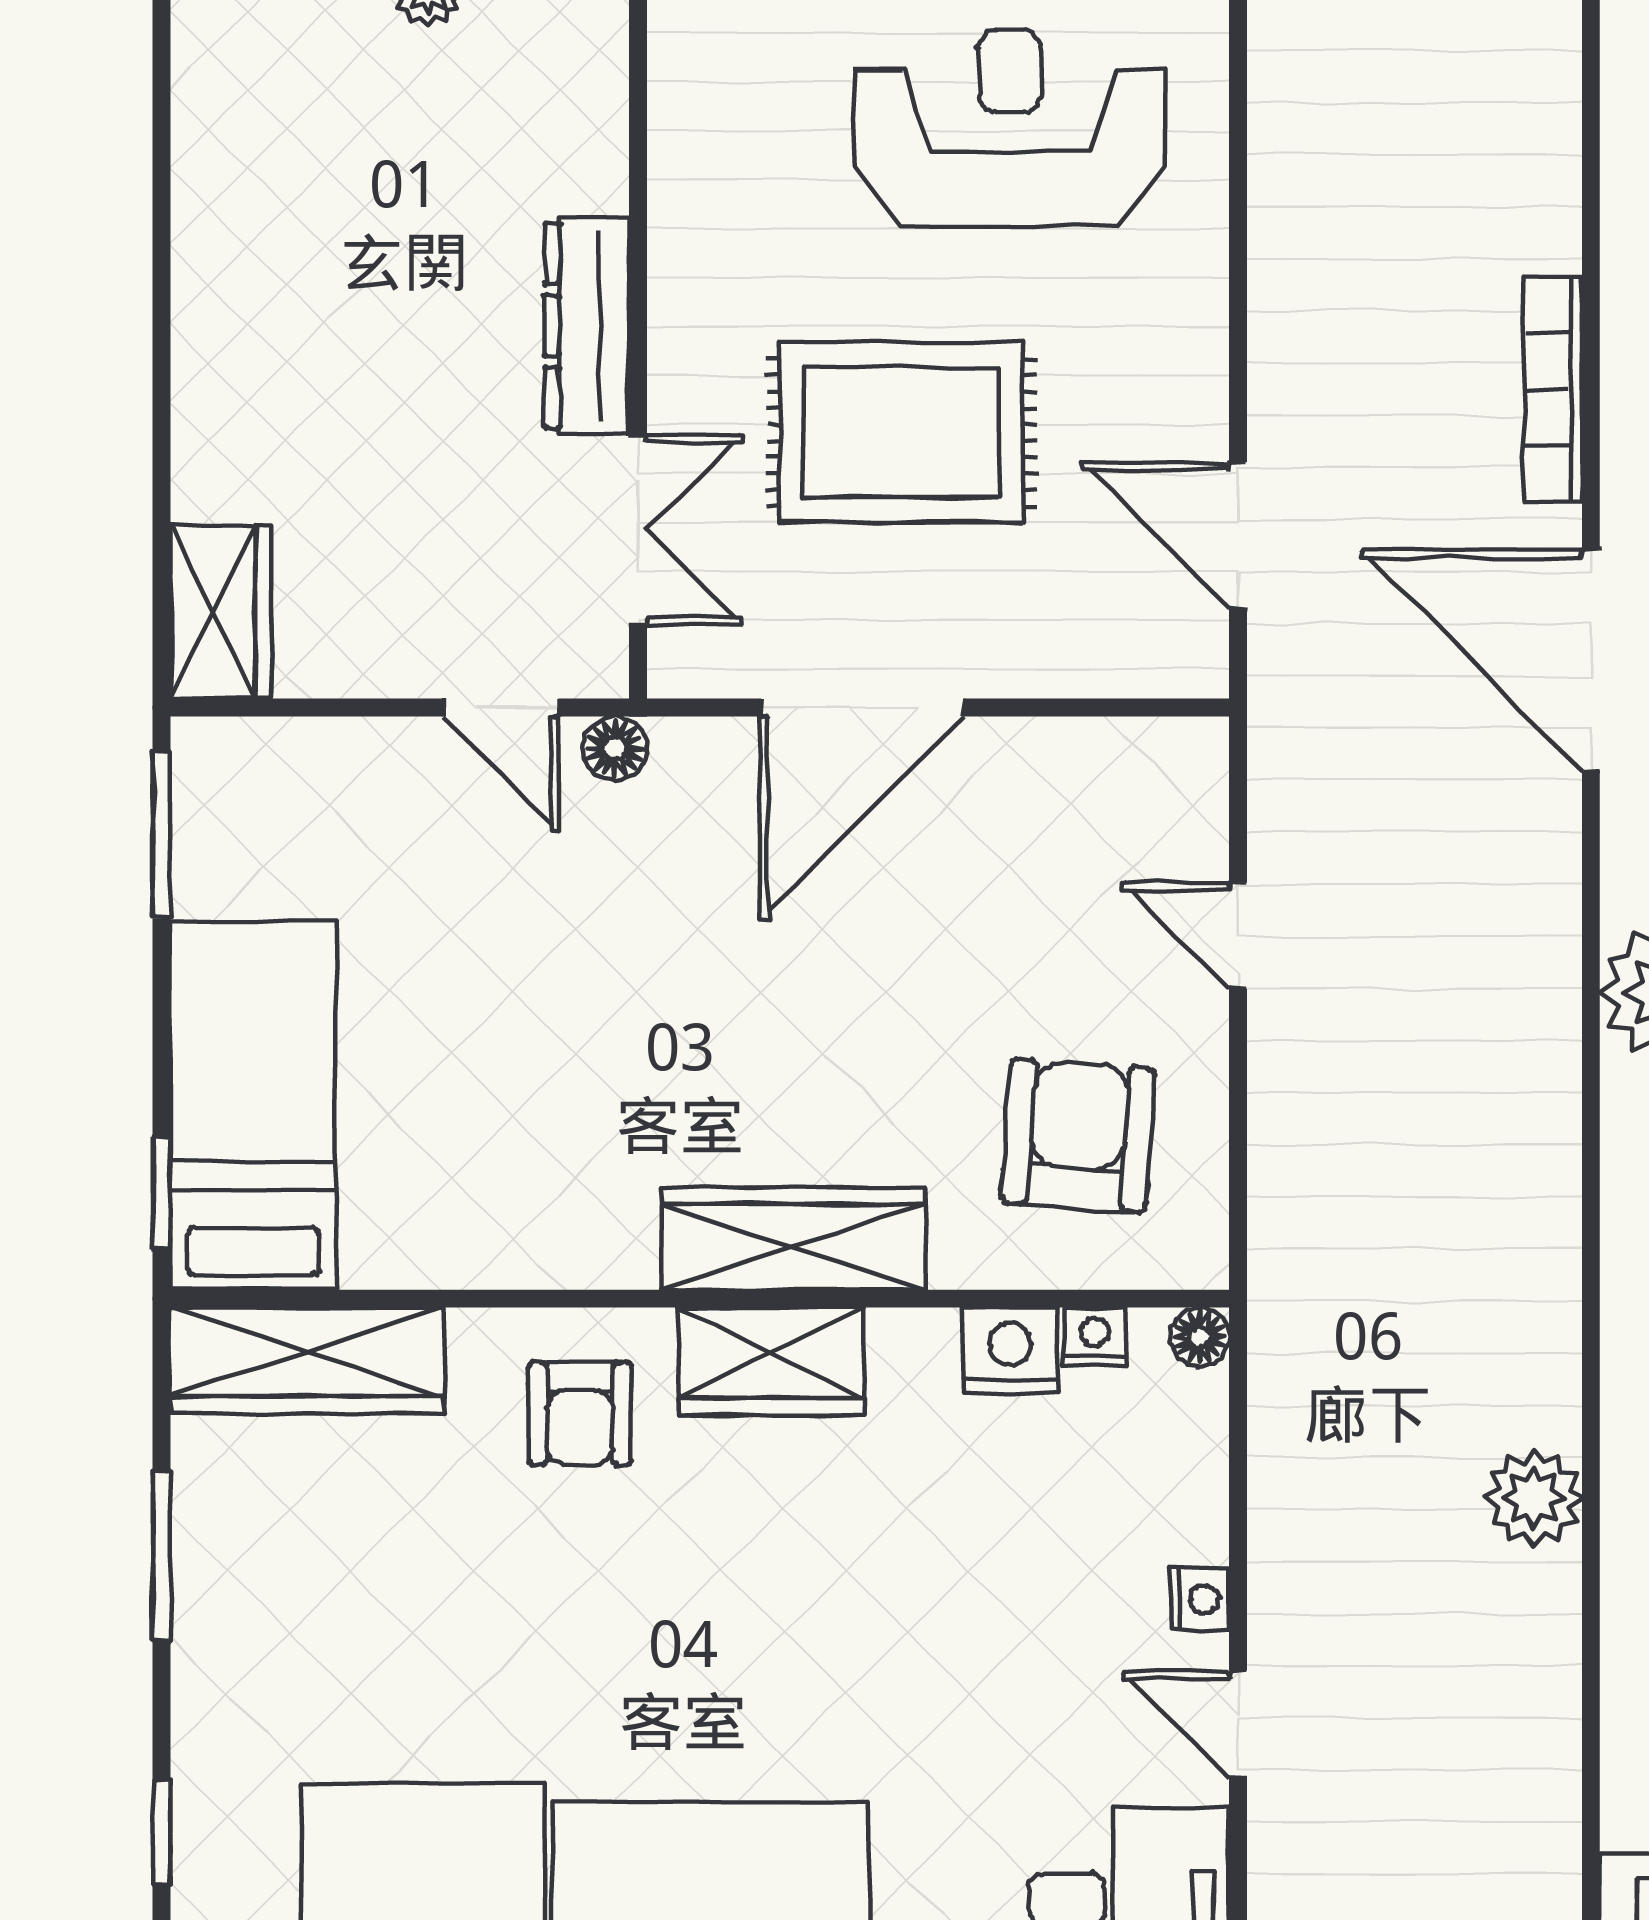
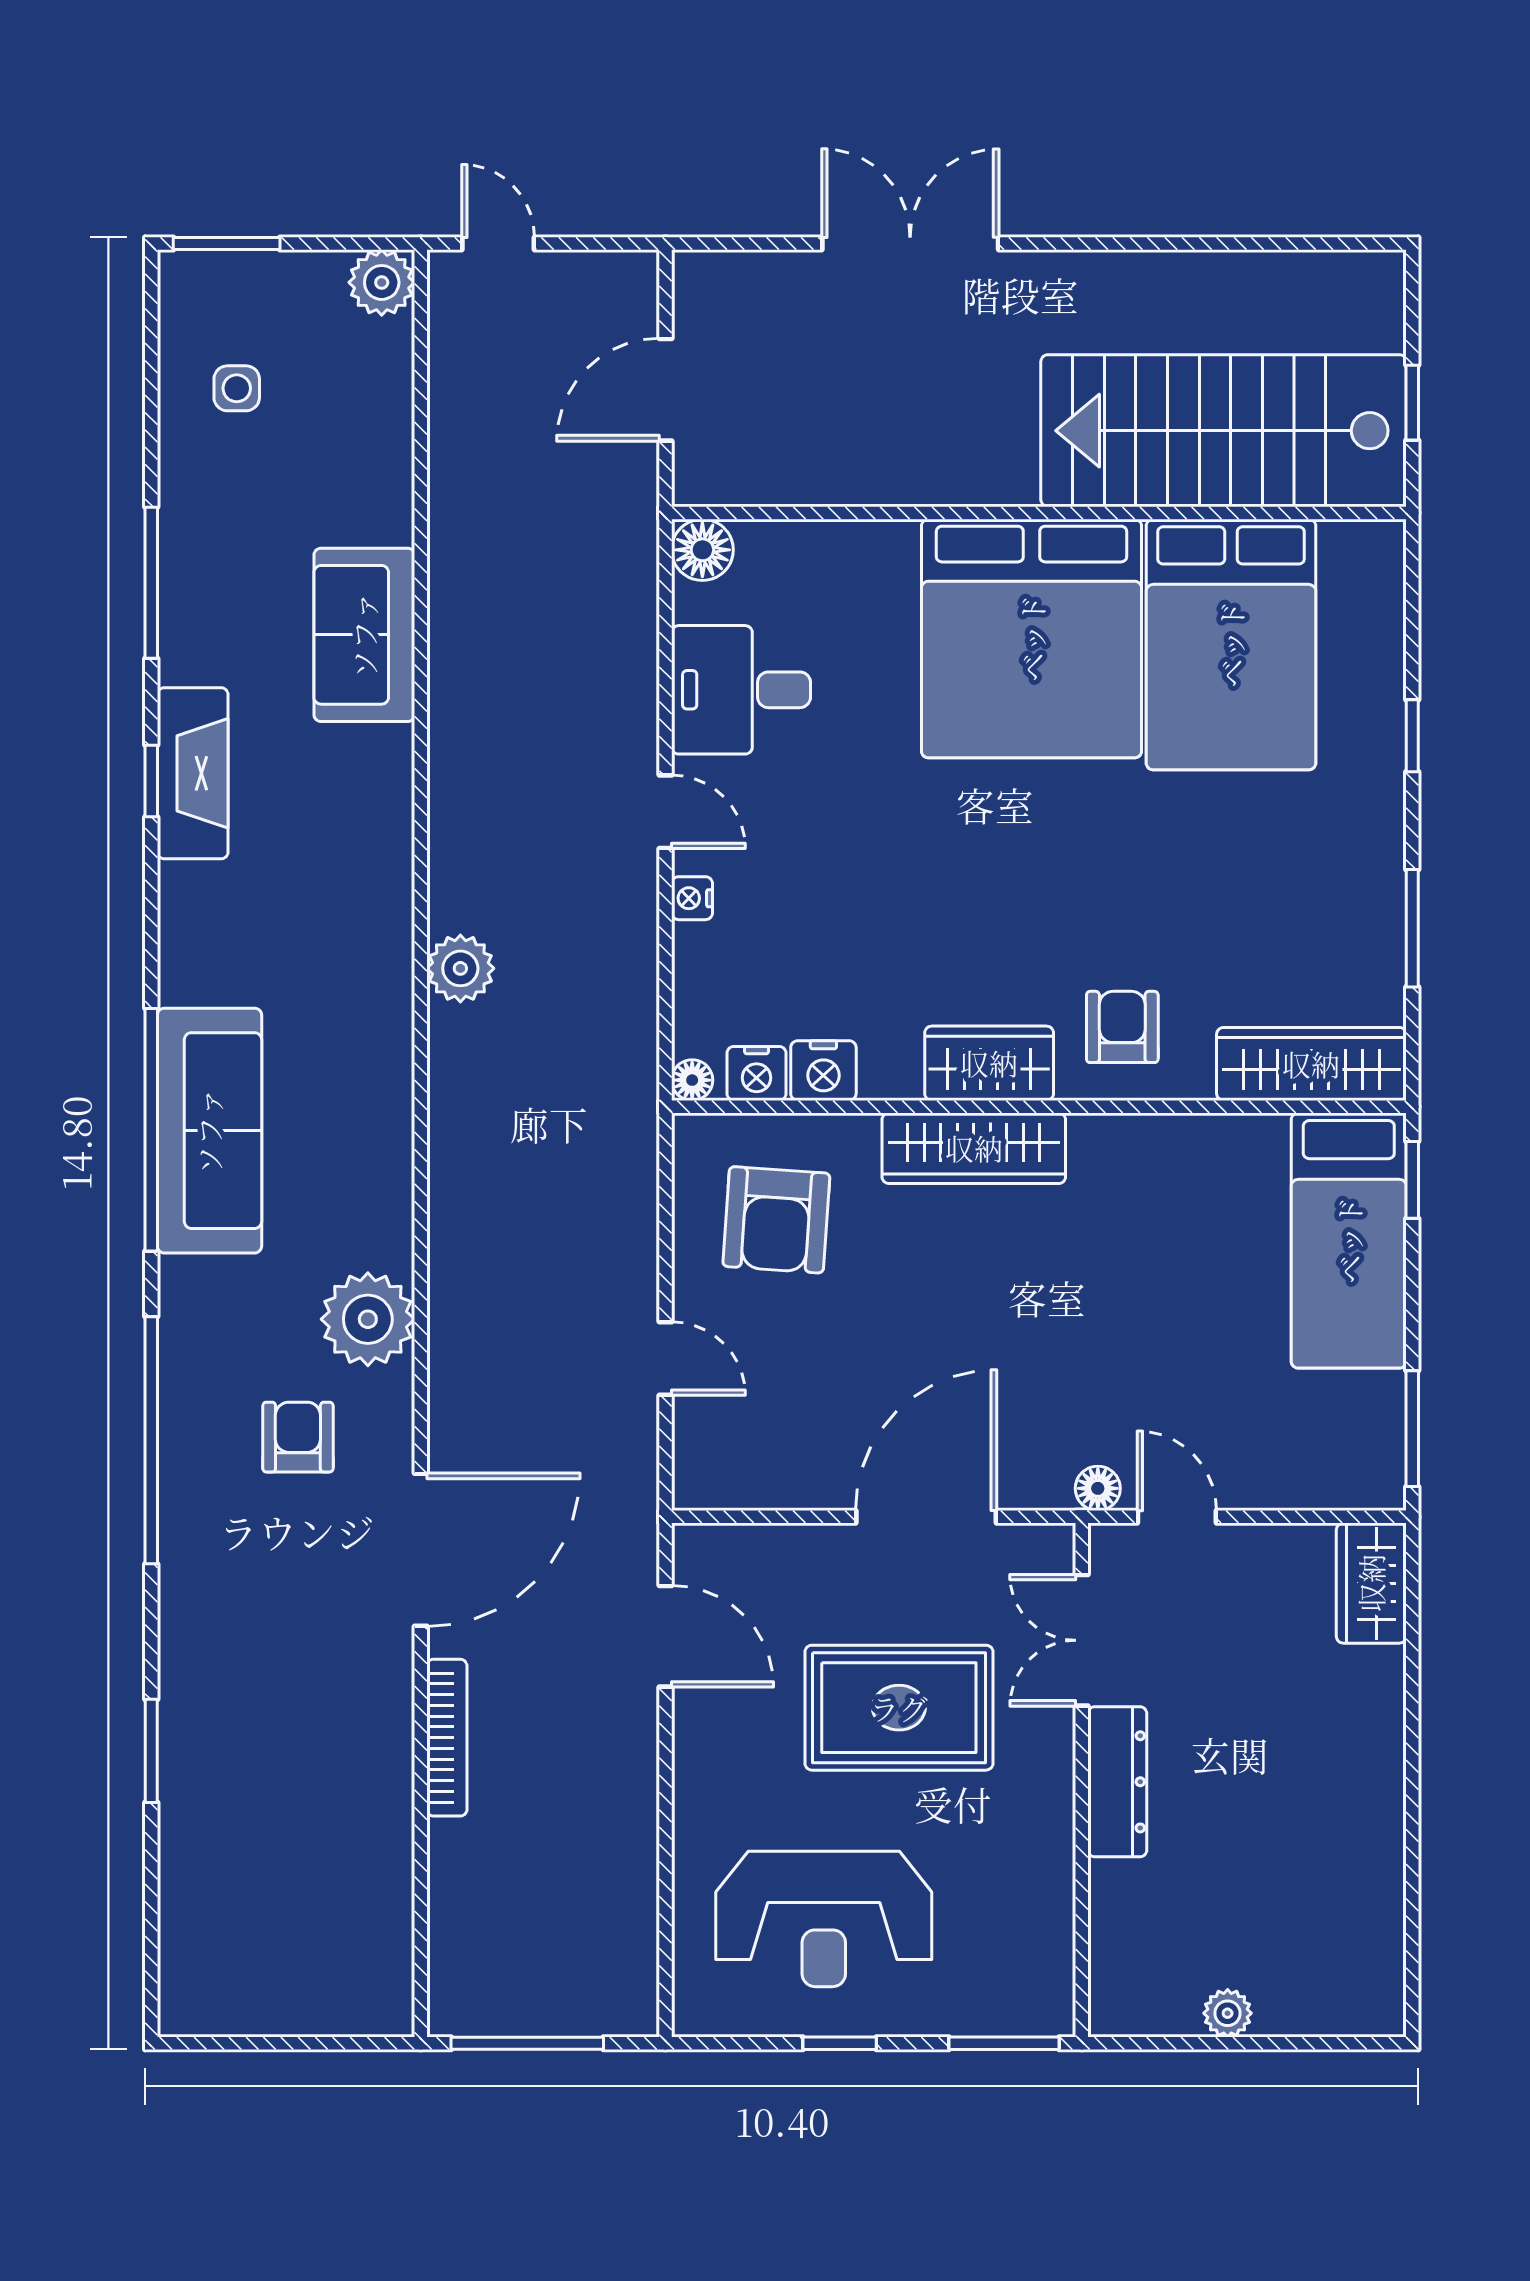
door: (1591, 660) -> (421, 1550), hinge flipped
nightstand: (1095, 1336) -> (757, 1073), width x1.39, depth x1.35

